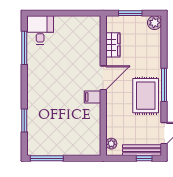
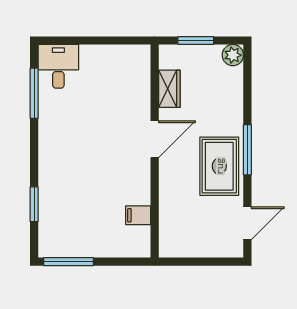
filing cabinet: (92, 97) -> (138, 215), moved
plant: (111, 144) -> (167, 239), removed
bench: (142, 150) -> (214, 249), removed
window: (144, 158) -> (217, 262), removed

